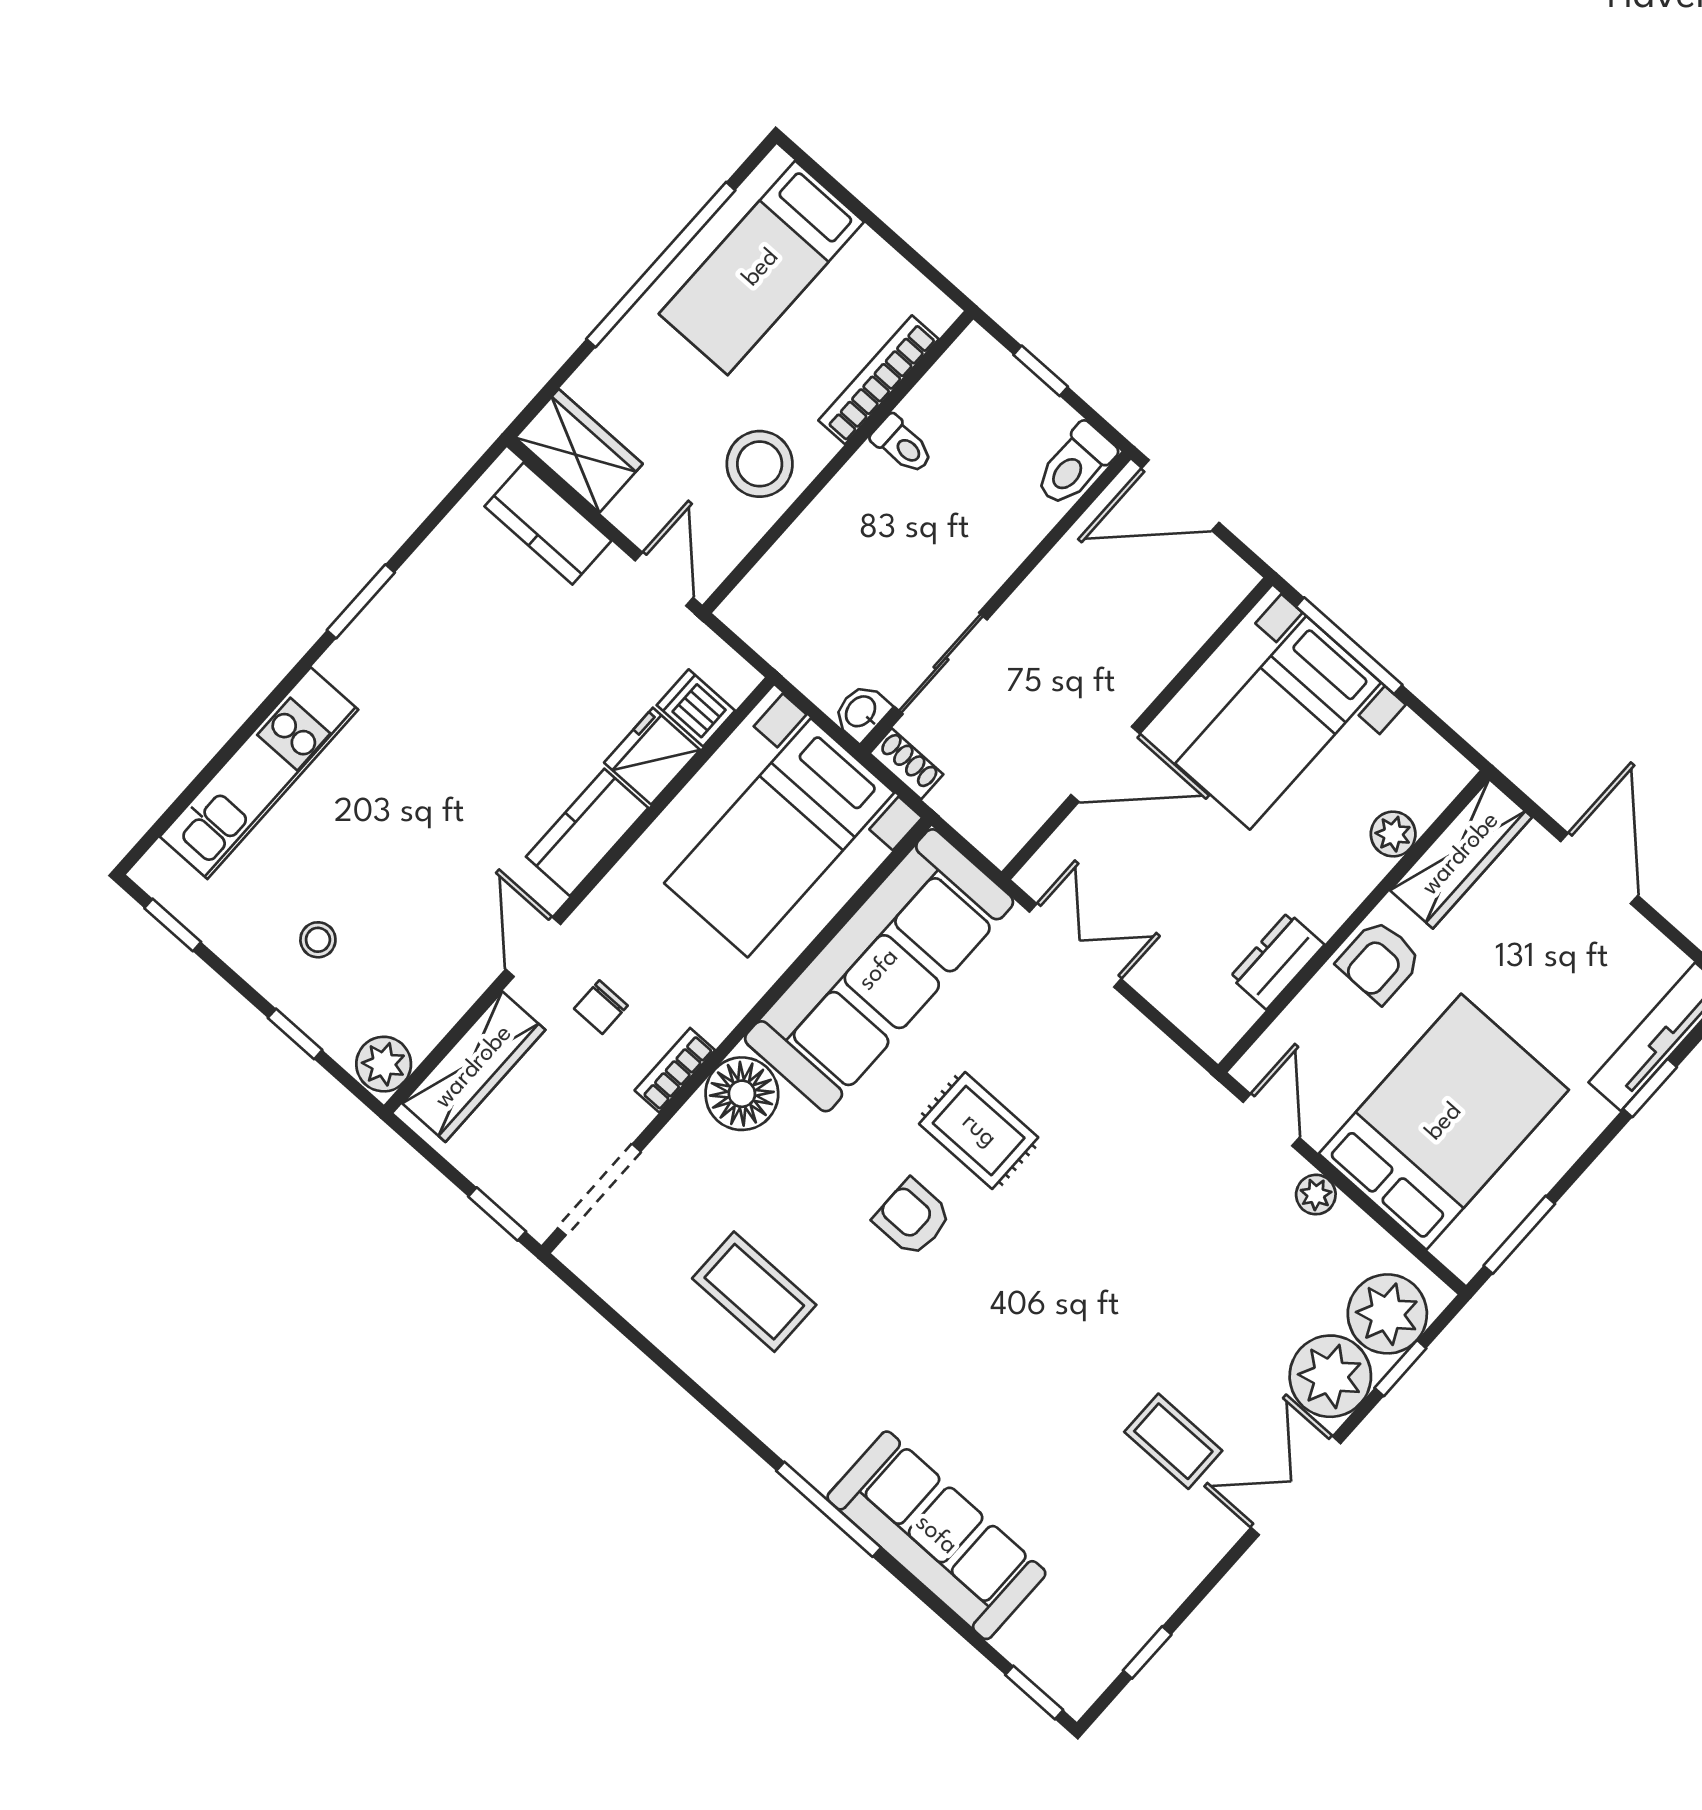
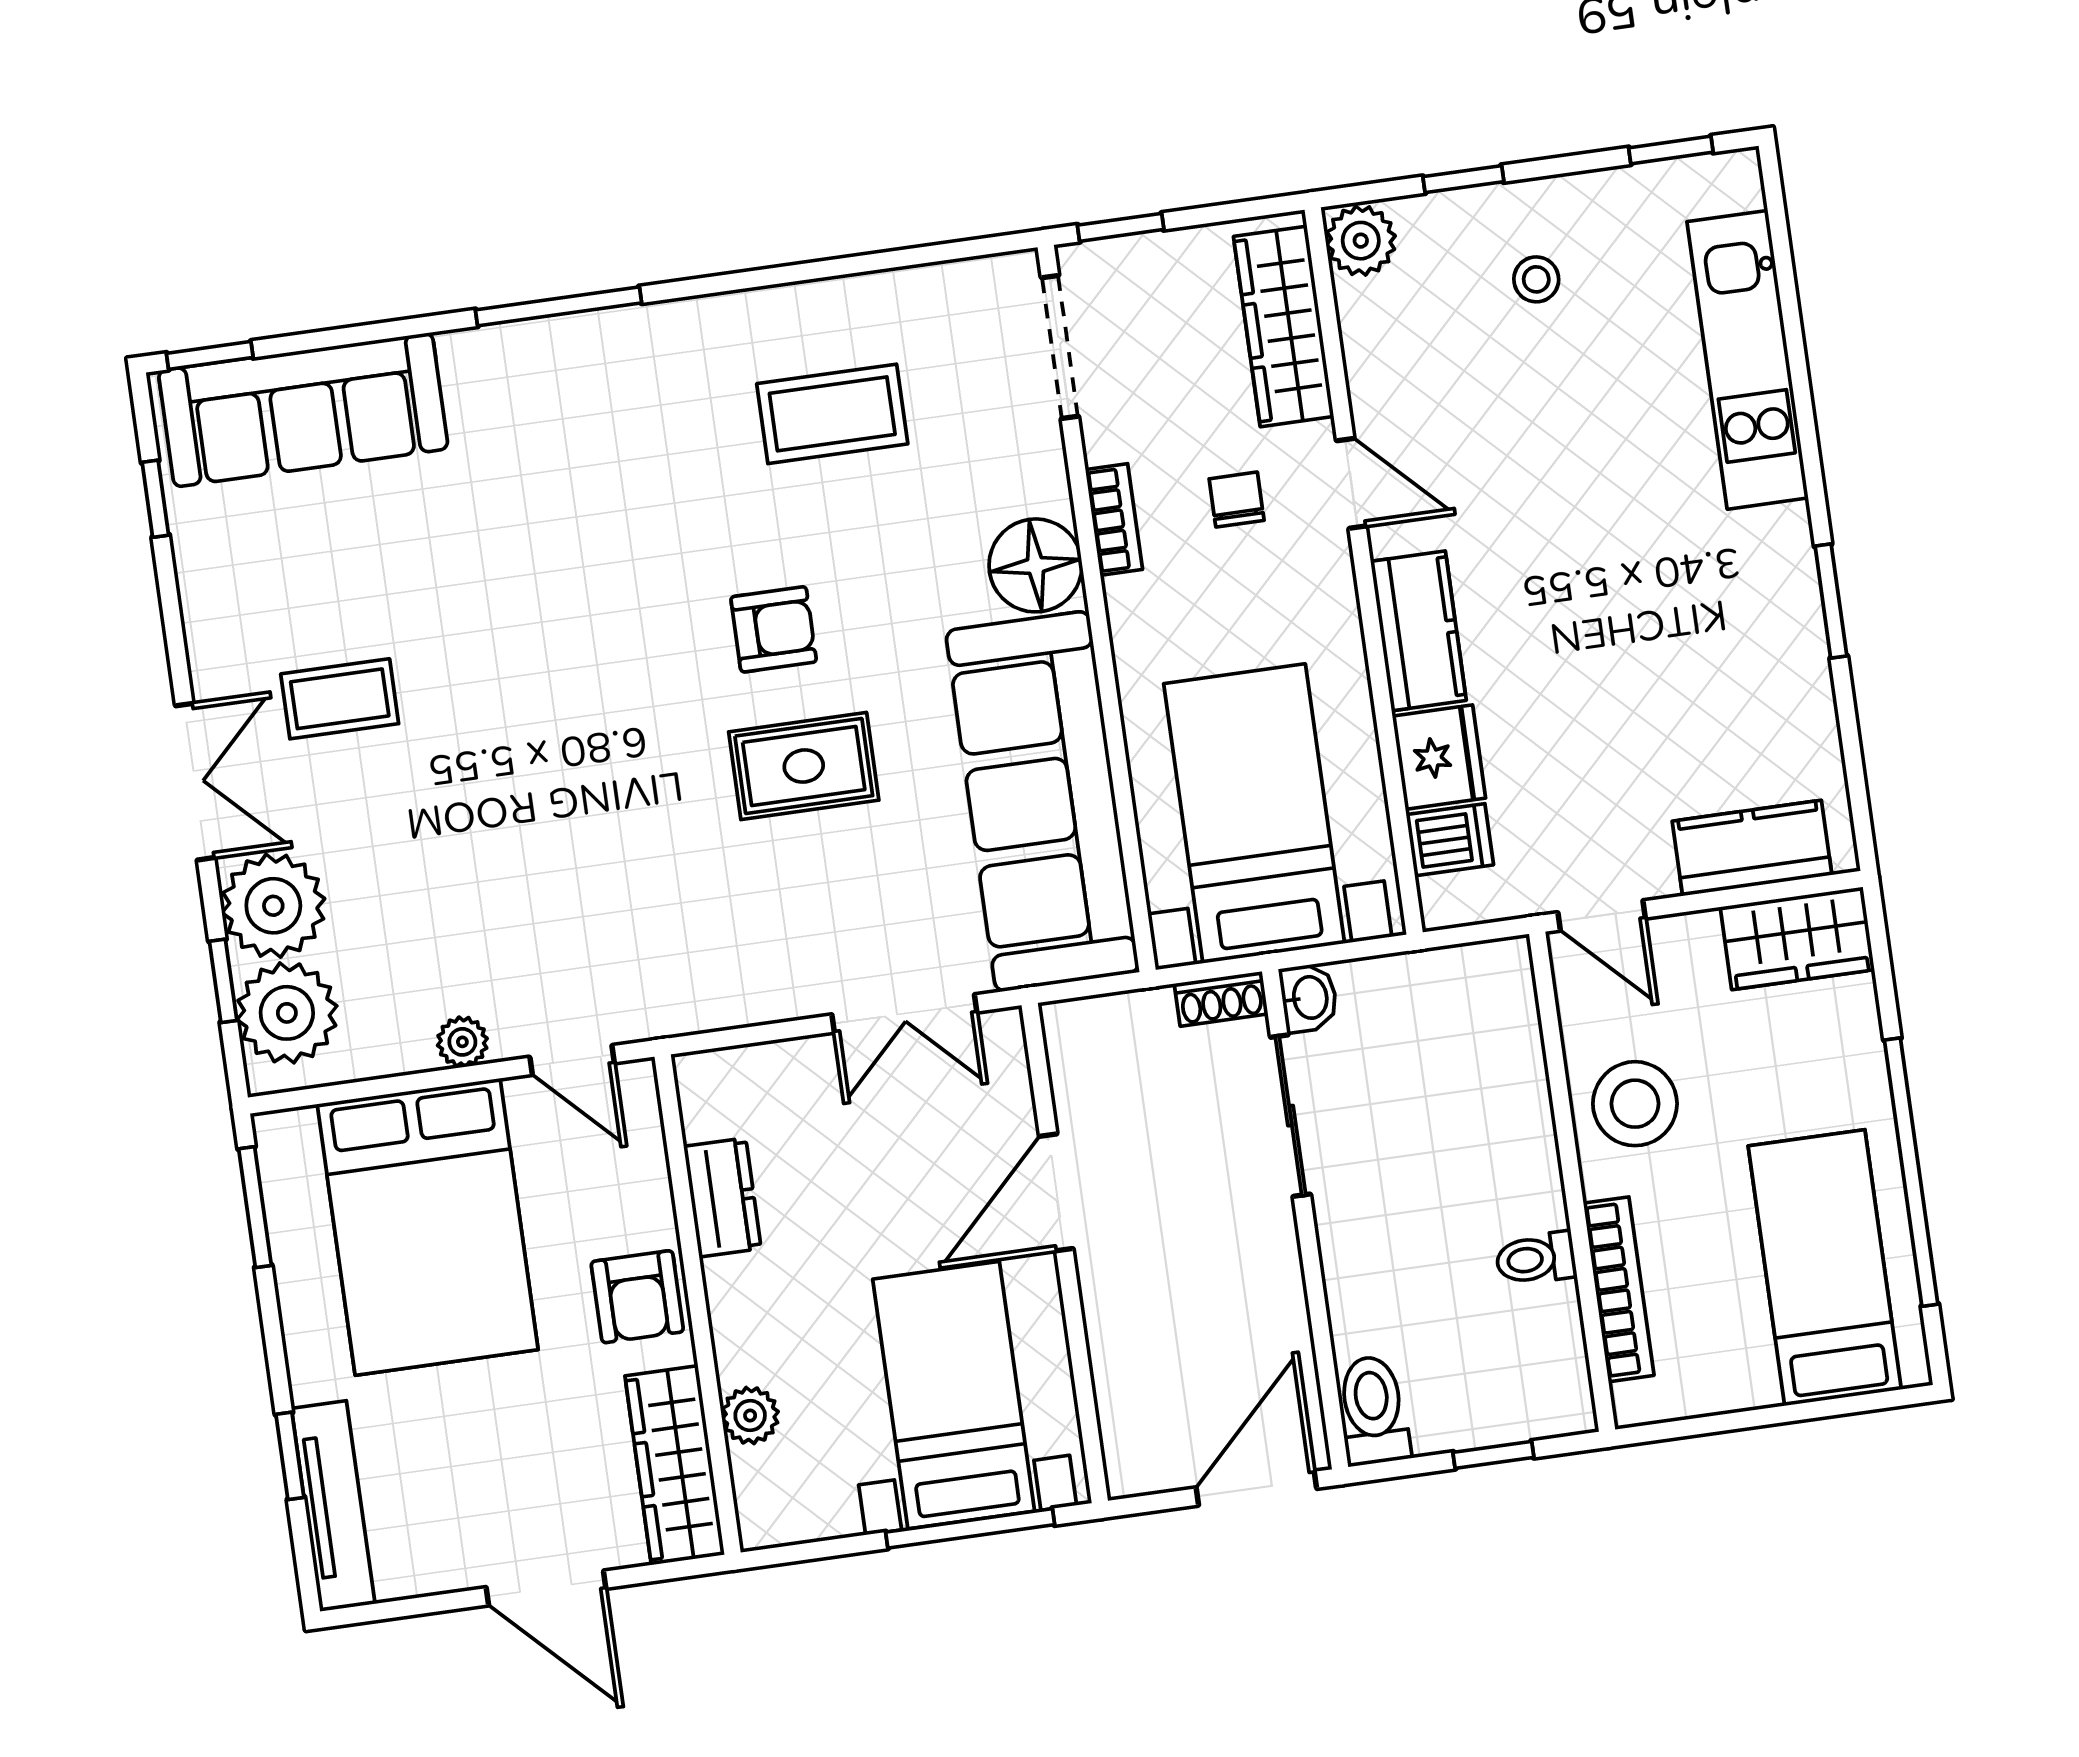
armchair: (1379, 961) -> (637, 1297), turned 180
sofa: (936, 1535) -> (303, 410), moved

